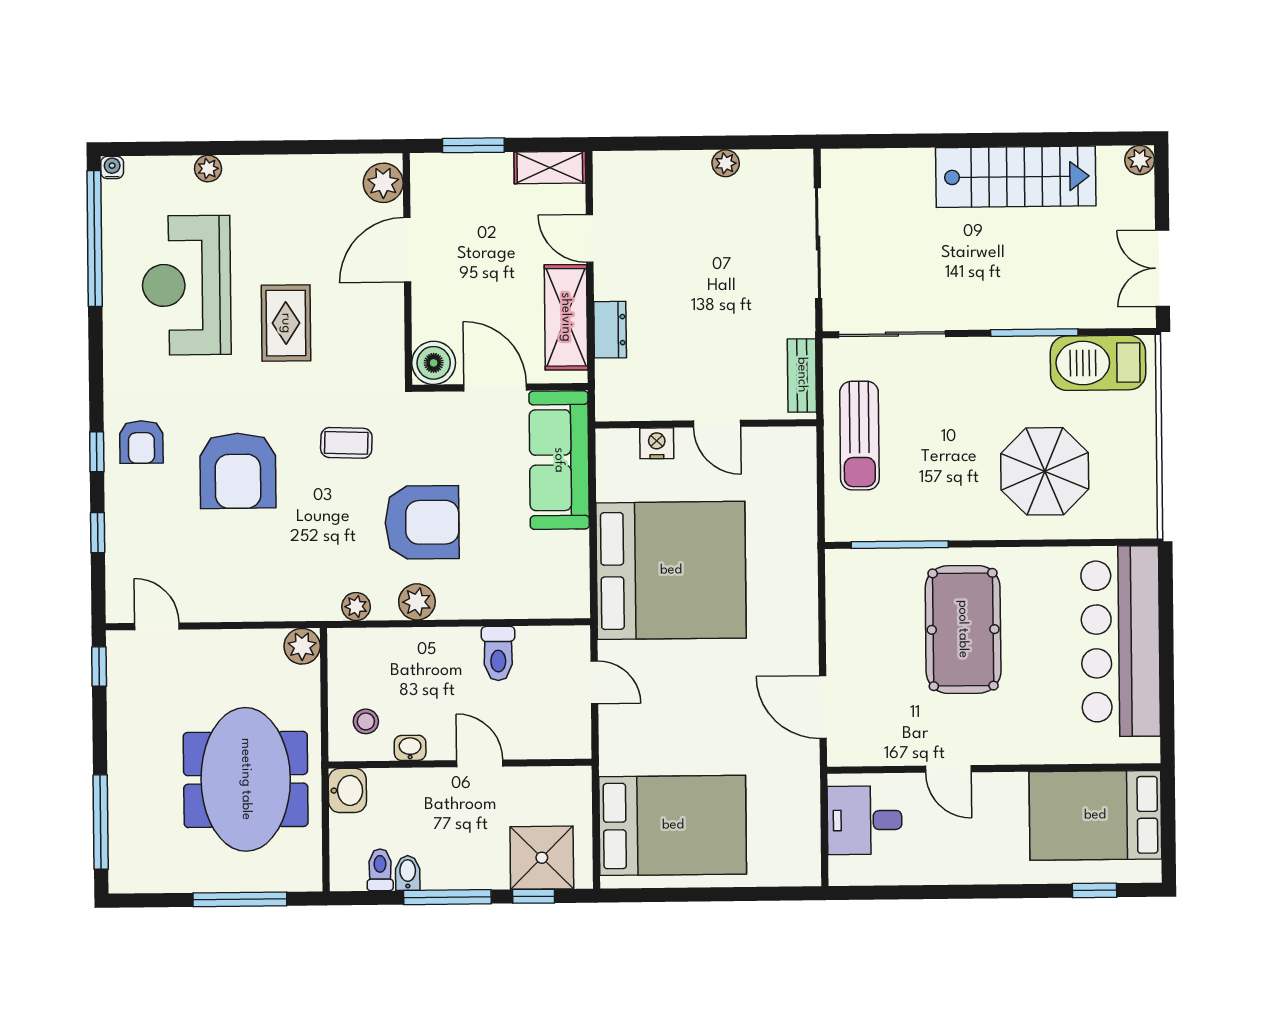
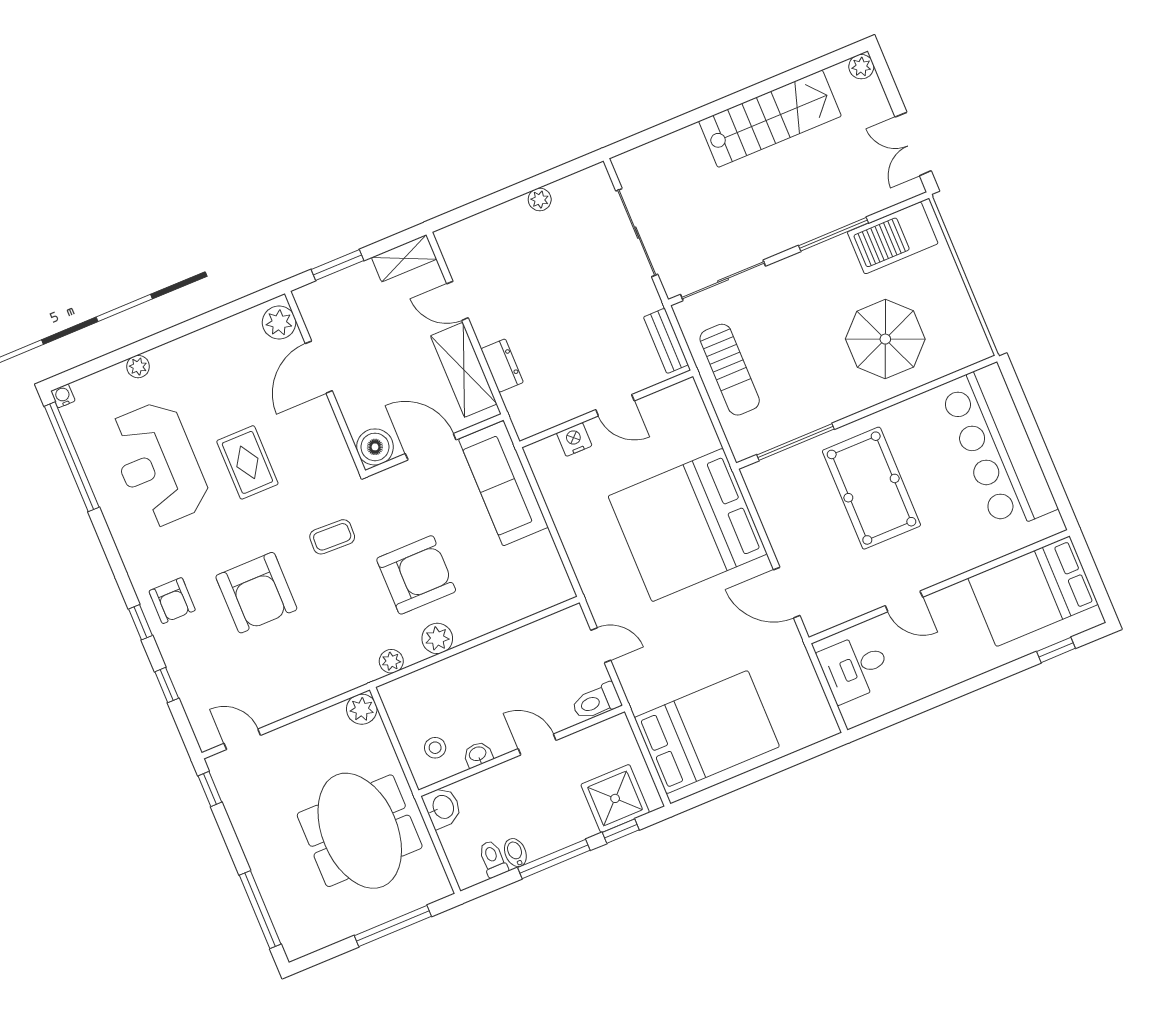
bed: (671, 570) -> (688, 525), moved, turned 180
toilet: (498, 653) -> (596, 702), moved, turned 90

